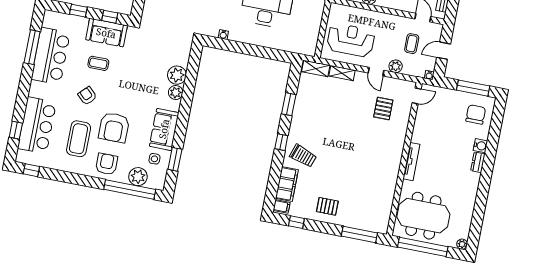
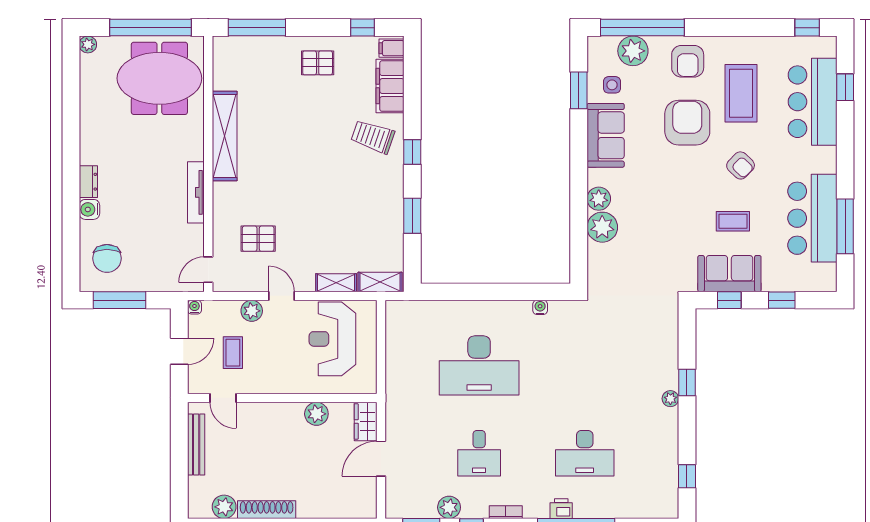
reception desk: (351, 40) -> (332, 339), turned 90
pallet: (383, 109) -> (258, 239), turned 90
tv unit: (411, 162) -> (196, 192), moved
shelving: (391, 174) -> (225, 136), added

